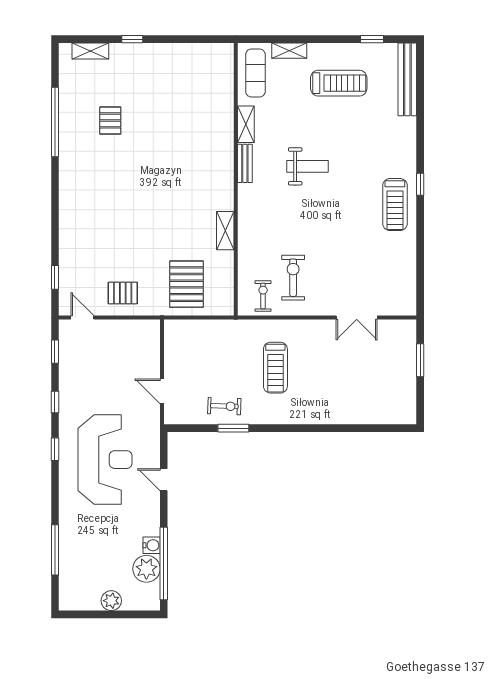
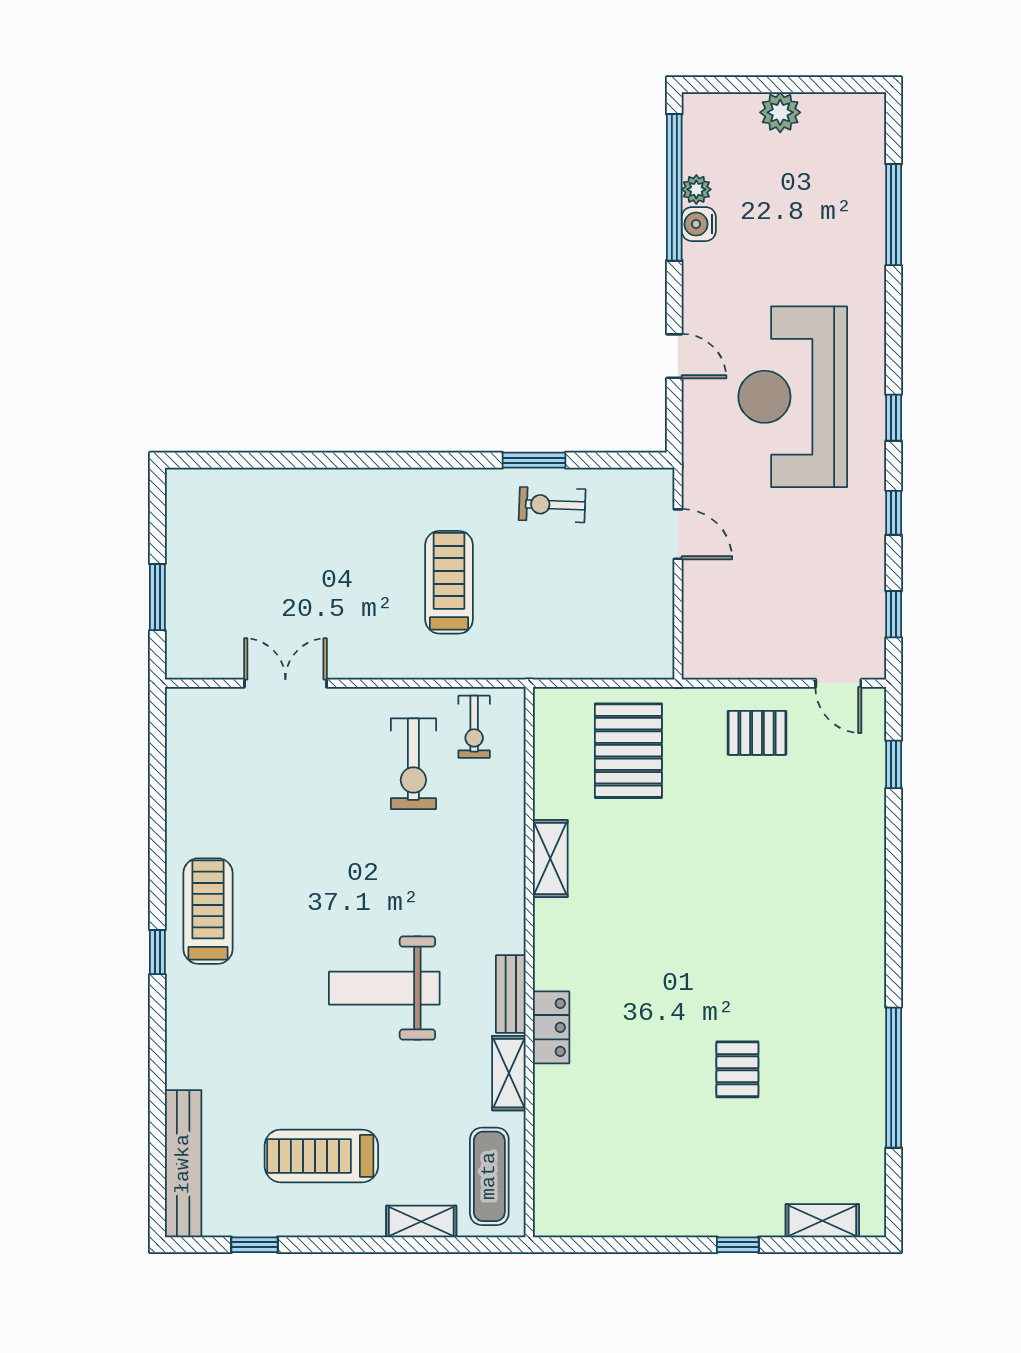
pallet: (110, 120) -> (737, 1069), moved
locker: (225, 147) -> (551, 1027), added
weight bench: (308, 166) -> (384, 988), width x1.36, depth x1.33
plant: (146, 569) -> (696, 189), width x0.53, depth x0.53

